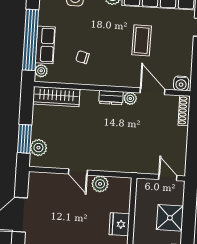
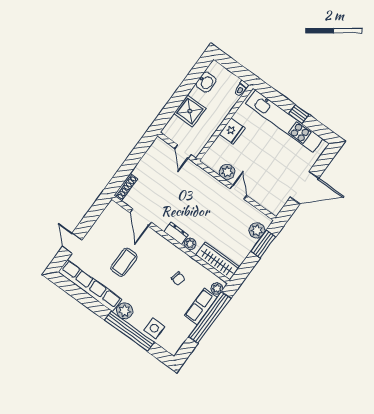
water cooler: (181, 83) -> (115, 210), removed
plant: (130, 98) -> (190, 244), moved
door: (168, 178) -> (183, 151), moved

